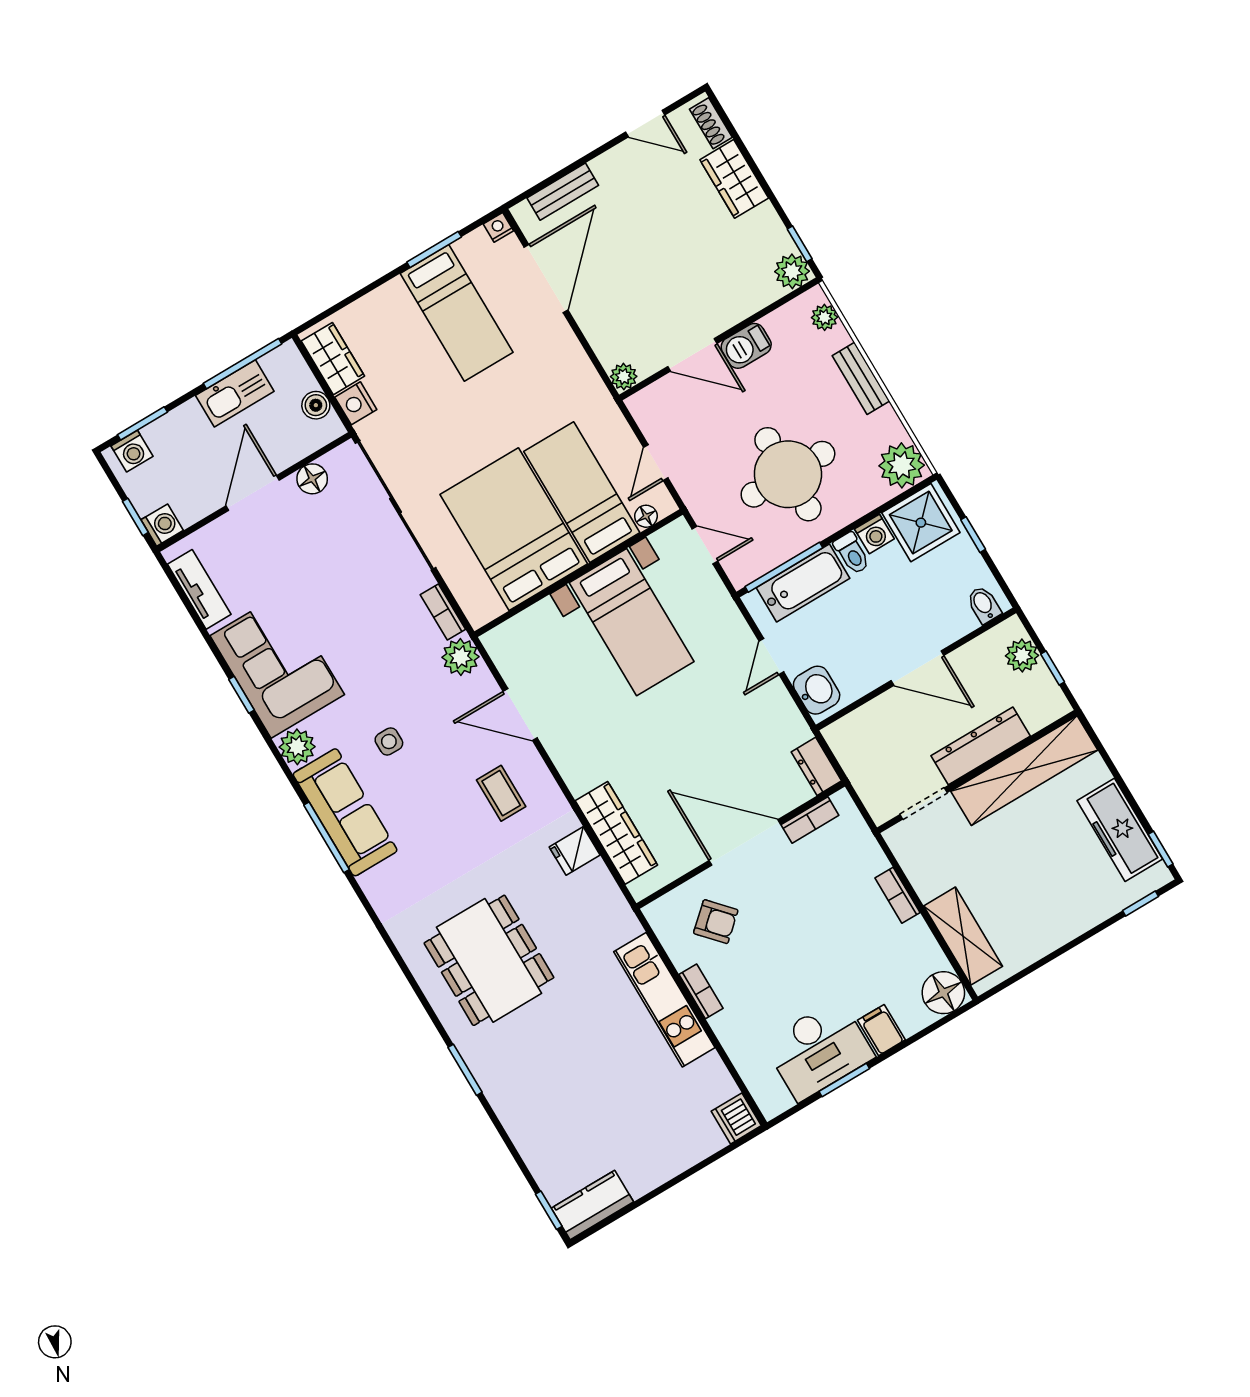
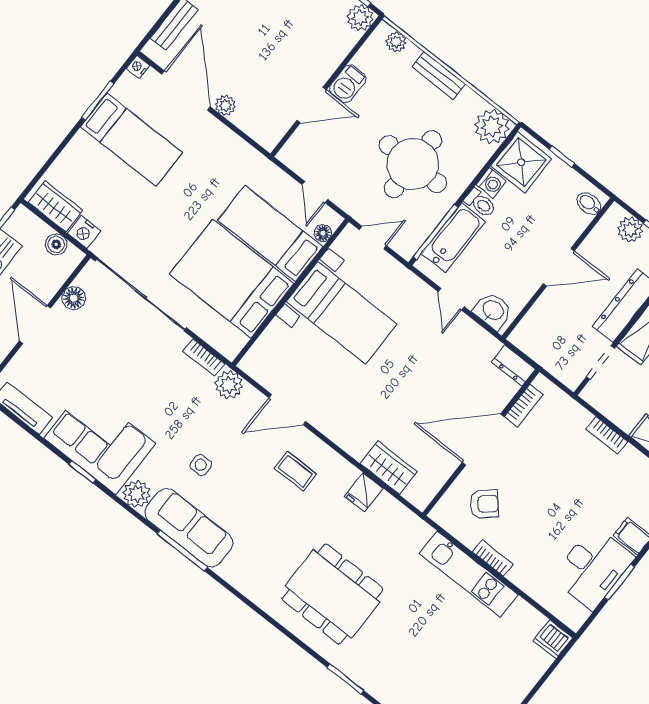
plant: (624, 377) -> (225, 105), moved
wardrobe: (616, 833) -> (389, 468), width x0.67

